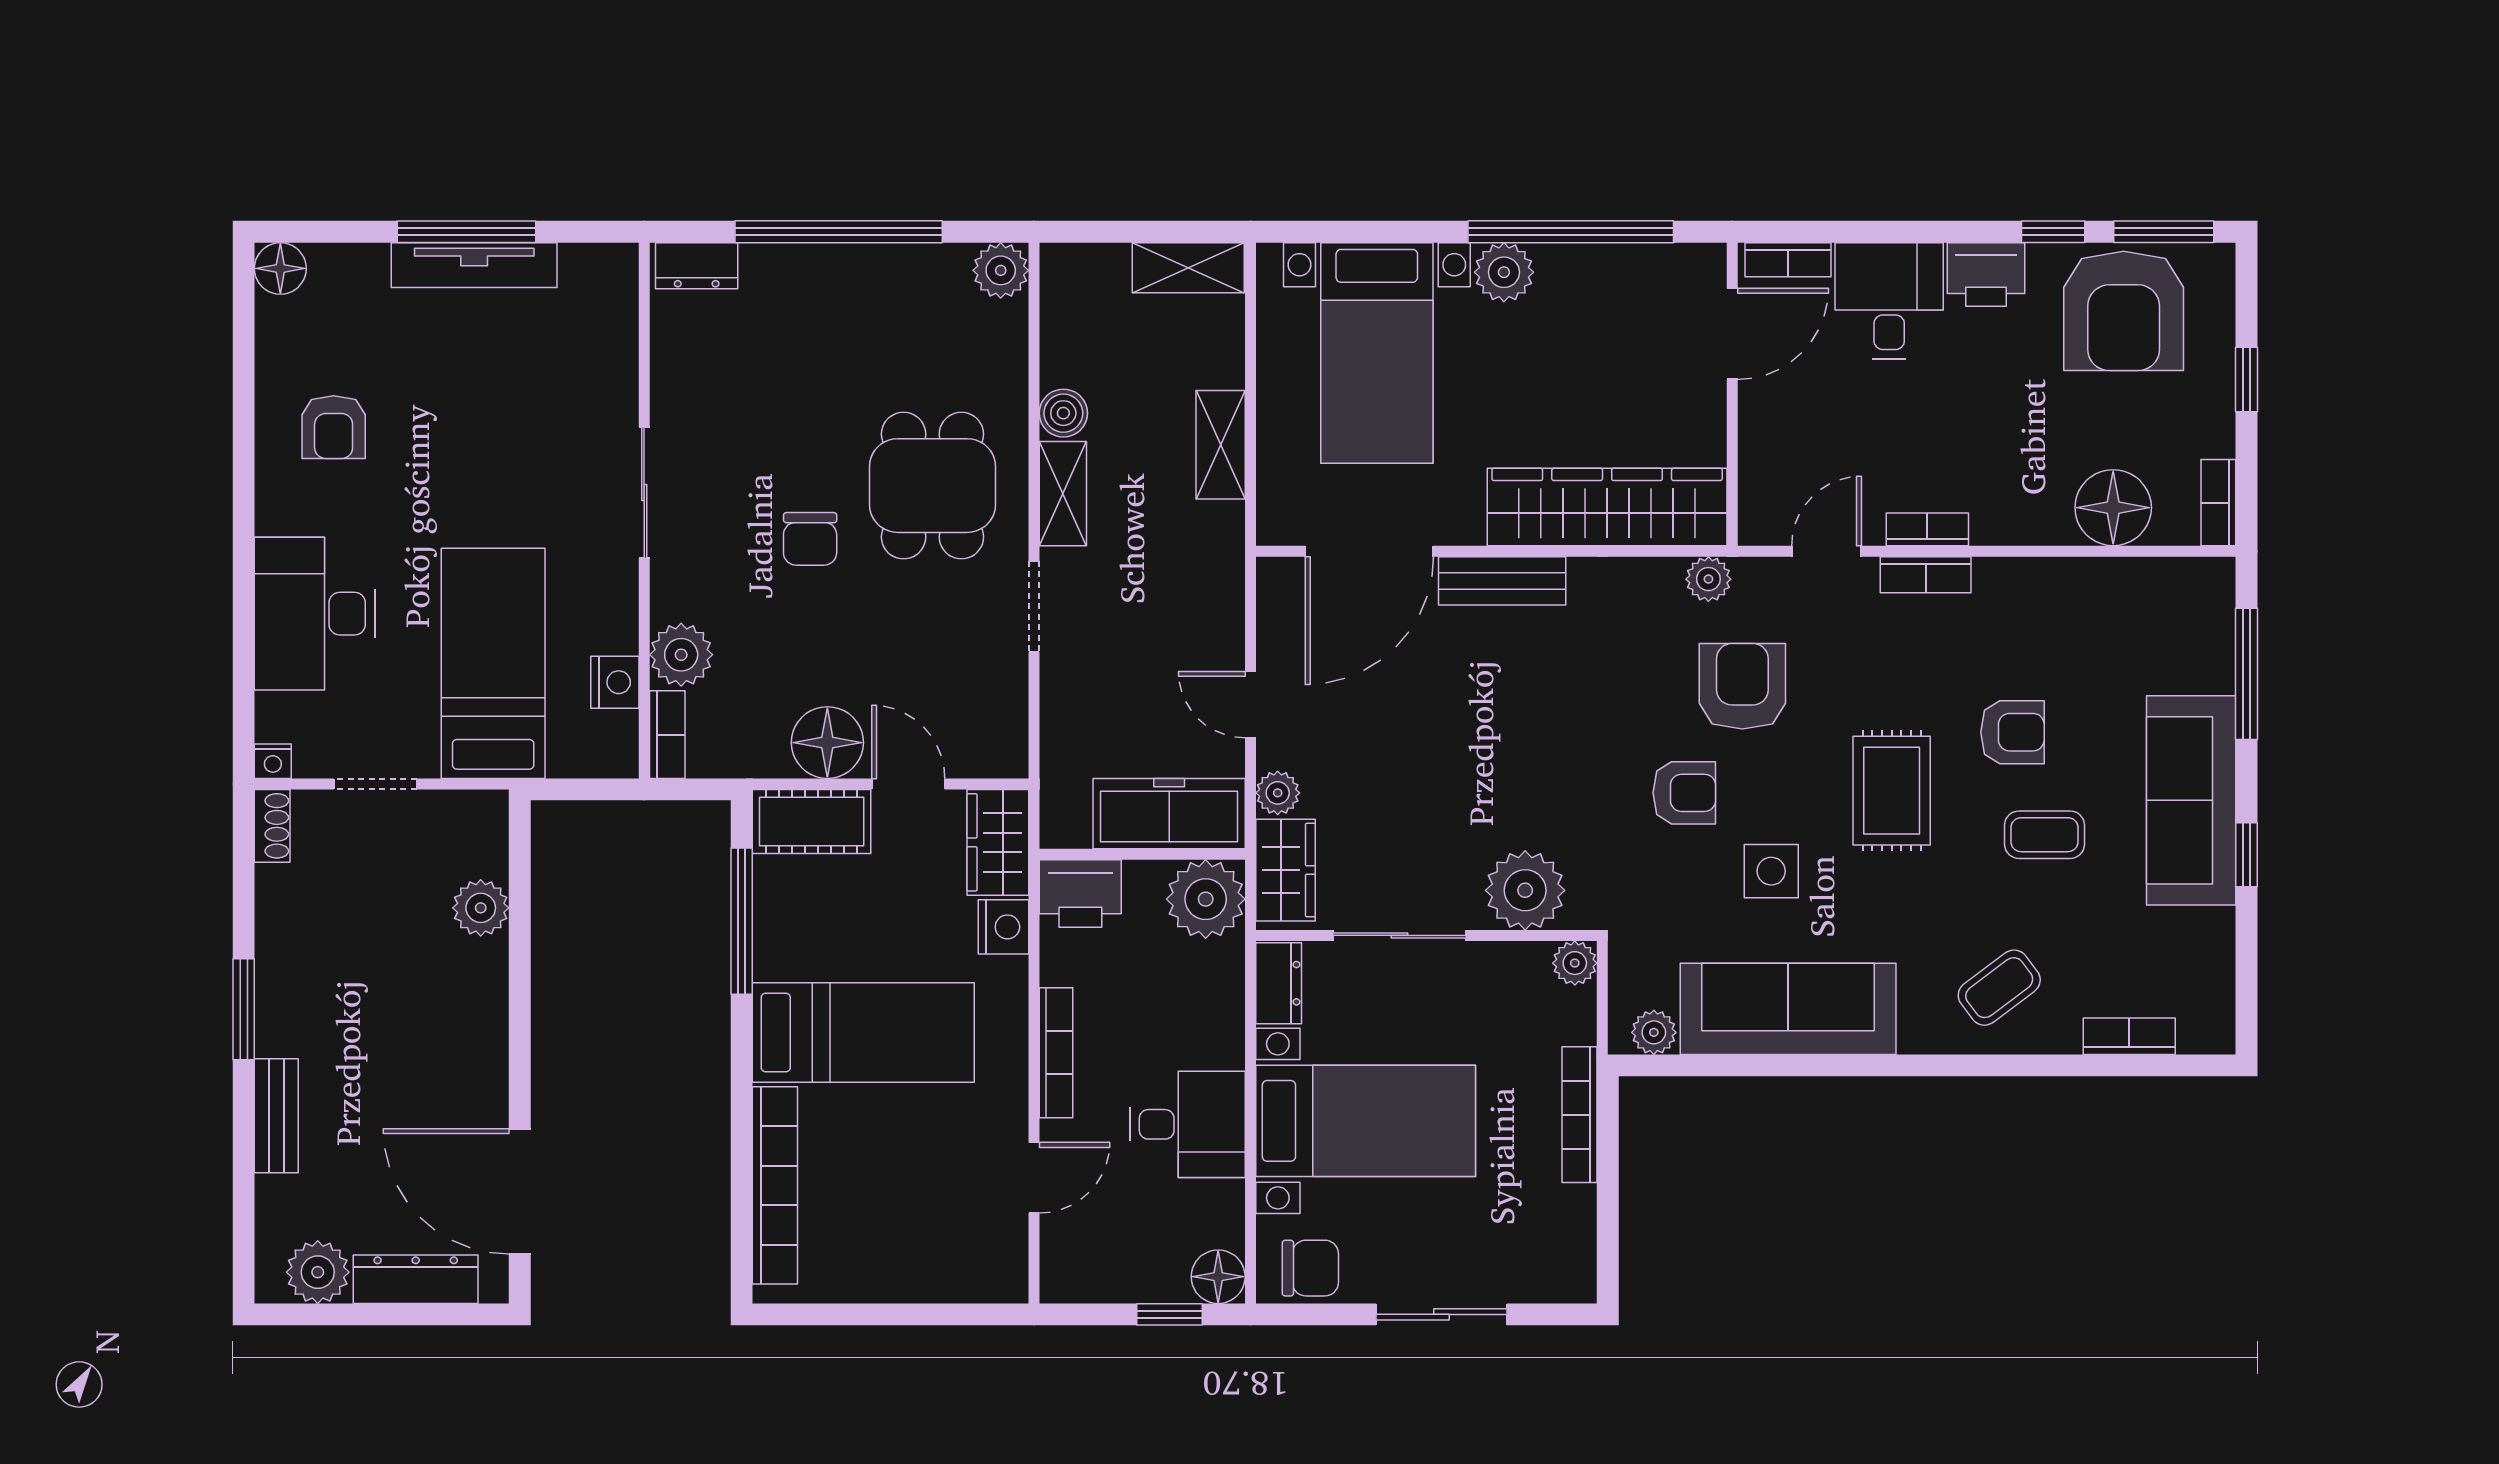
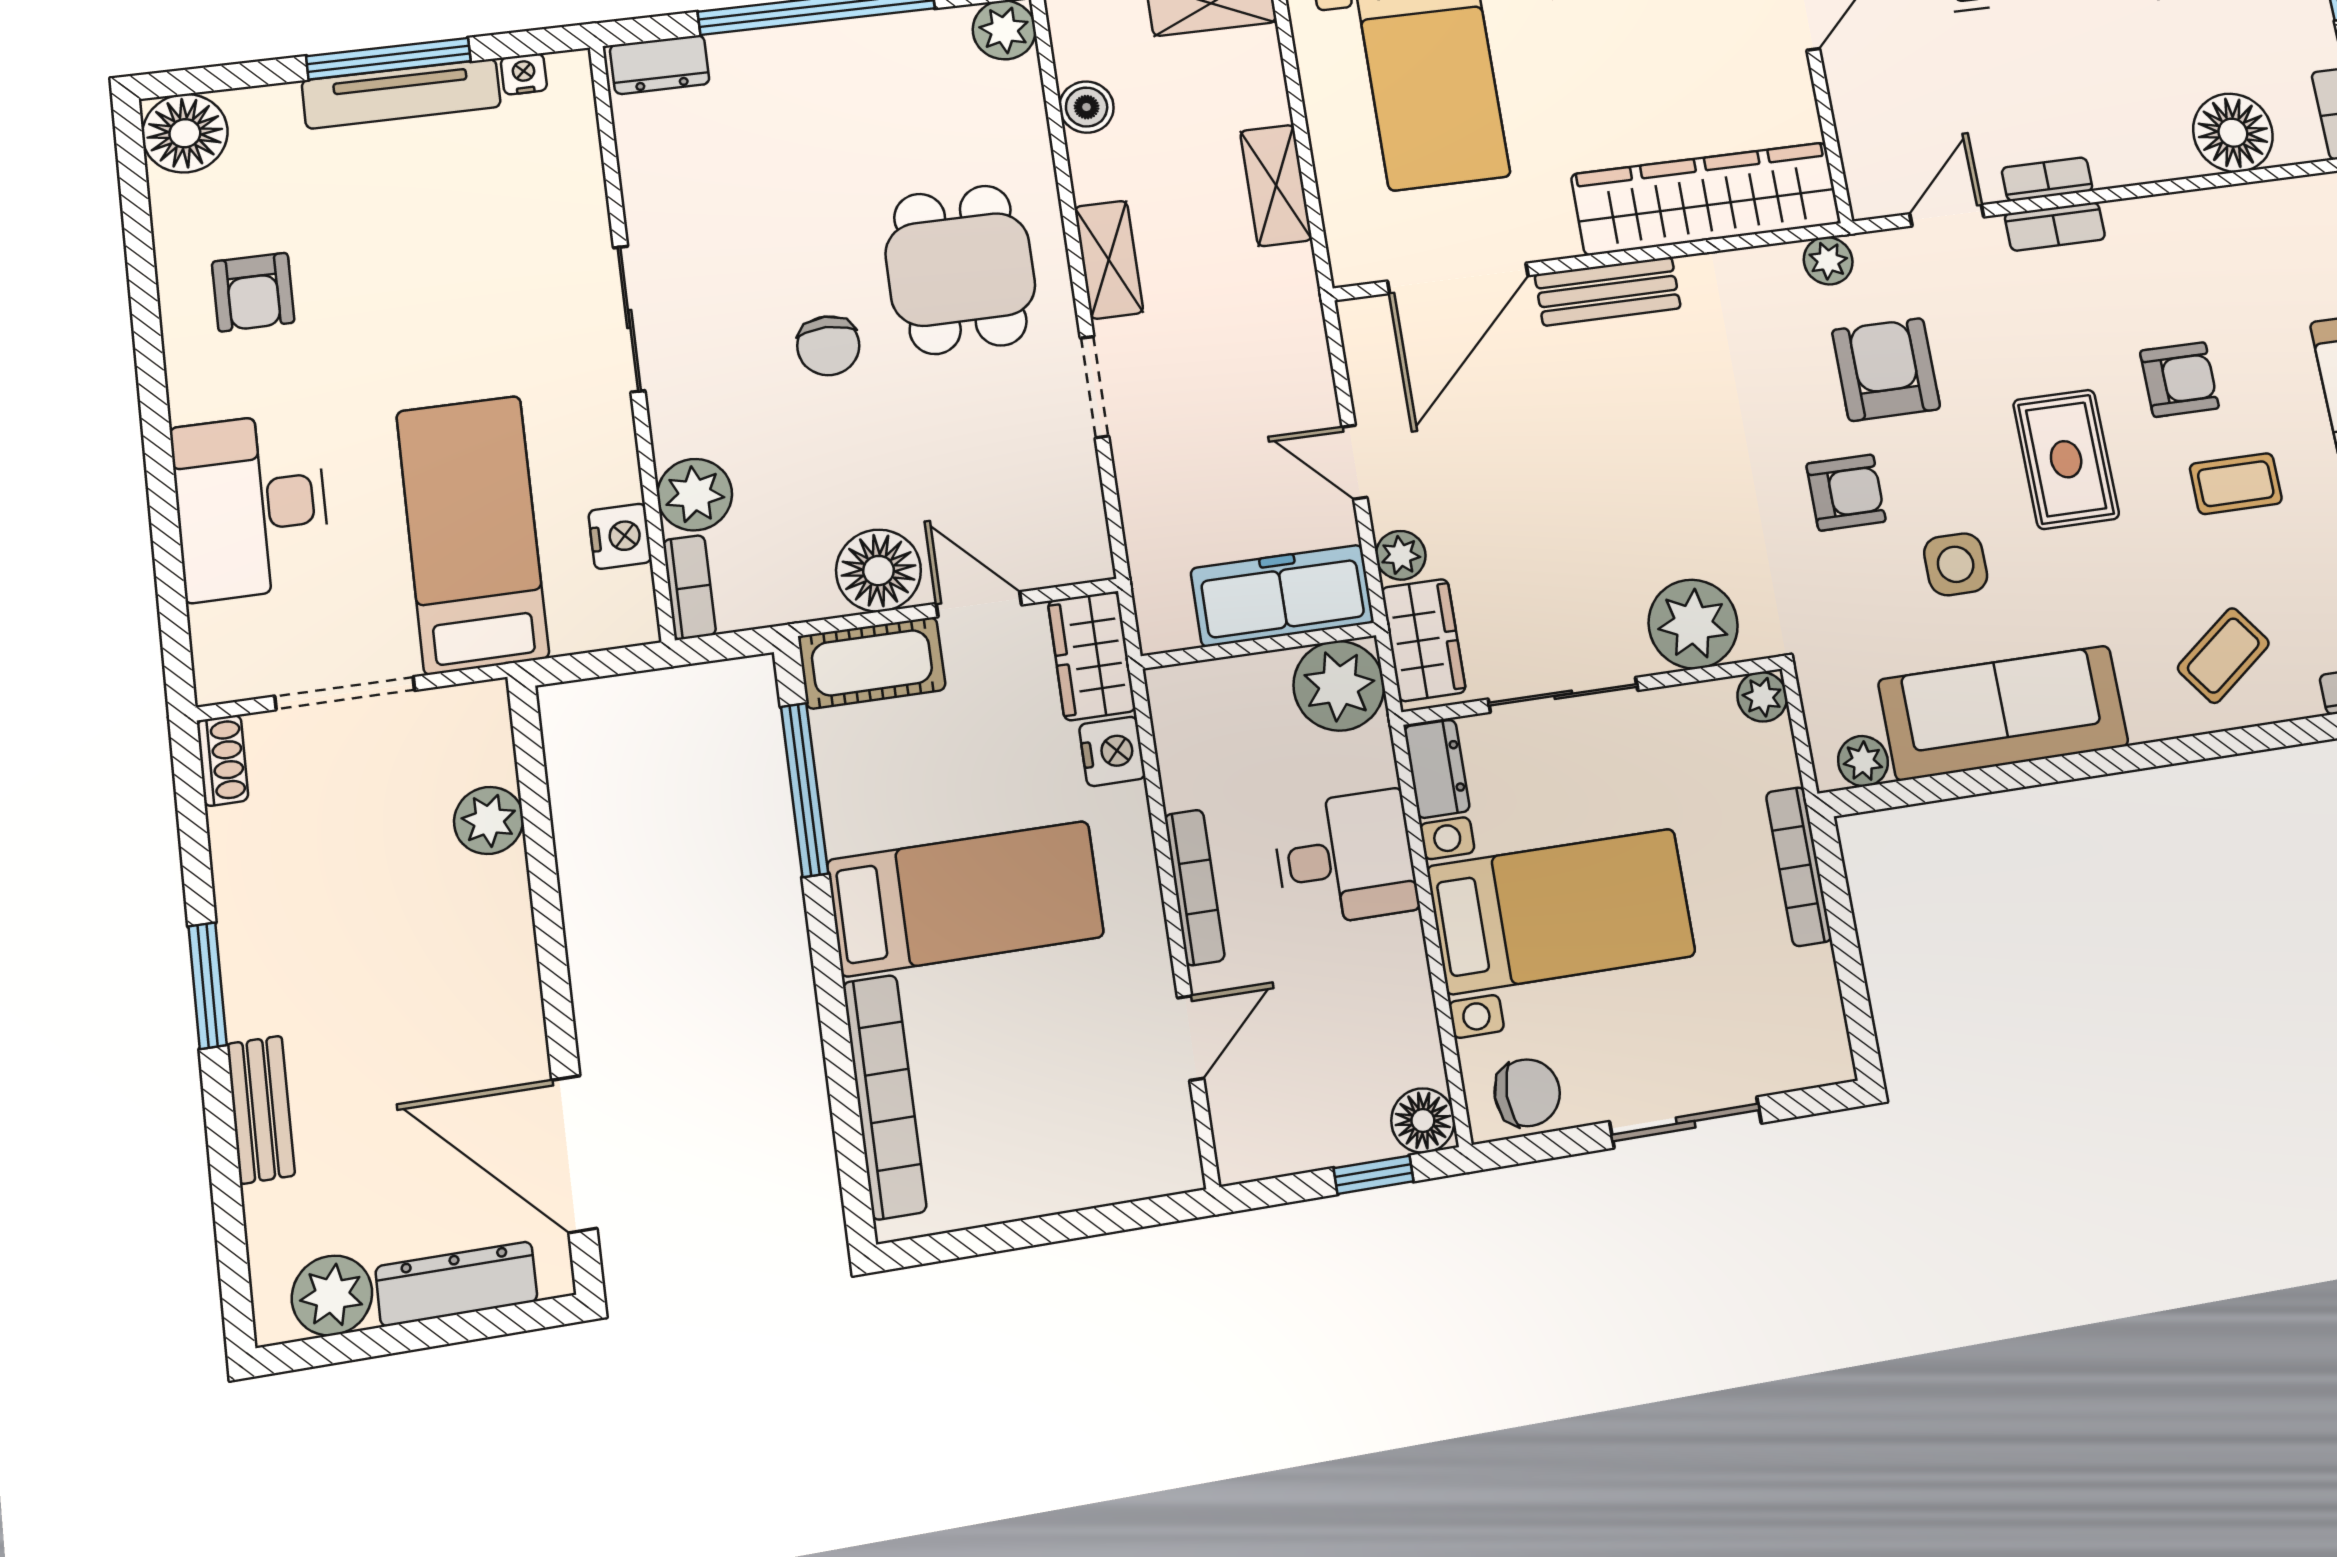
floor lamp: (280, 268) -> (185, 133), width x1.38, depth x1.38
boiler: (1063, 413) -> (1087, 107), moved
nightstand: (273, 761) -> (524, 74), moved, turned 180
doorway: (375, 784) -> (345, 693), width x1.38
printer: (1080, 894) -> (1195, 700), removed
desk: (1188, 1124) -> (1345, 858), moved

